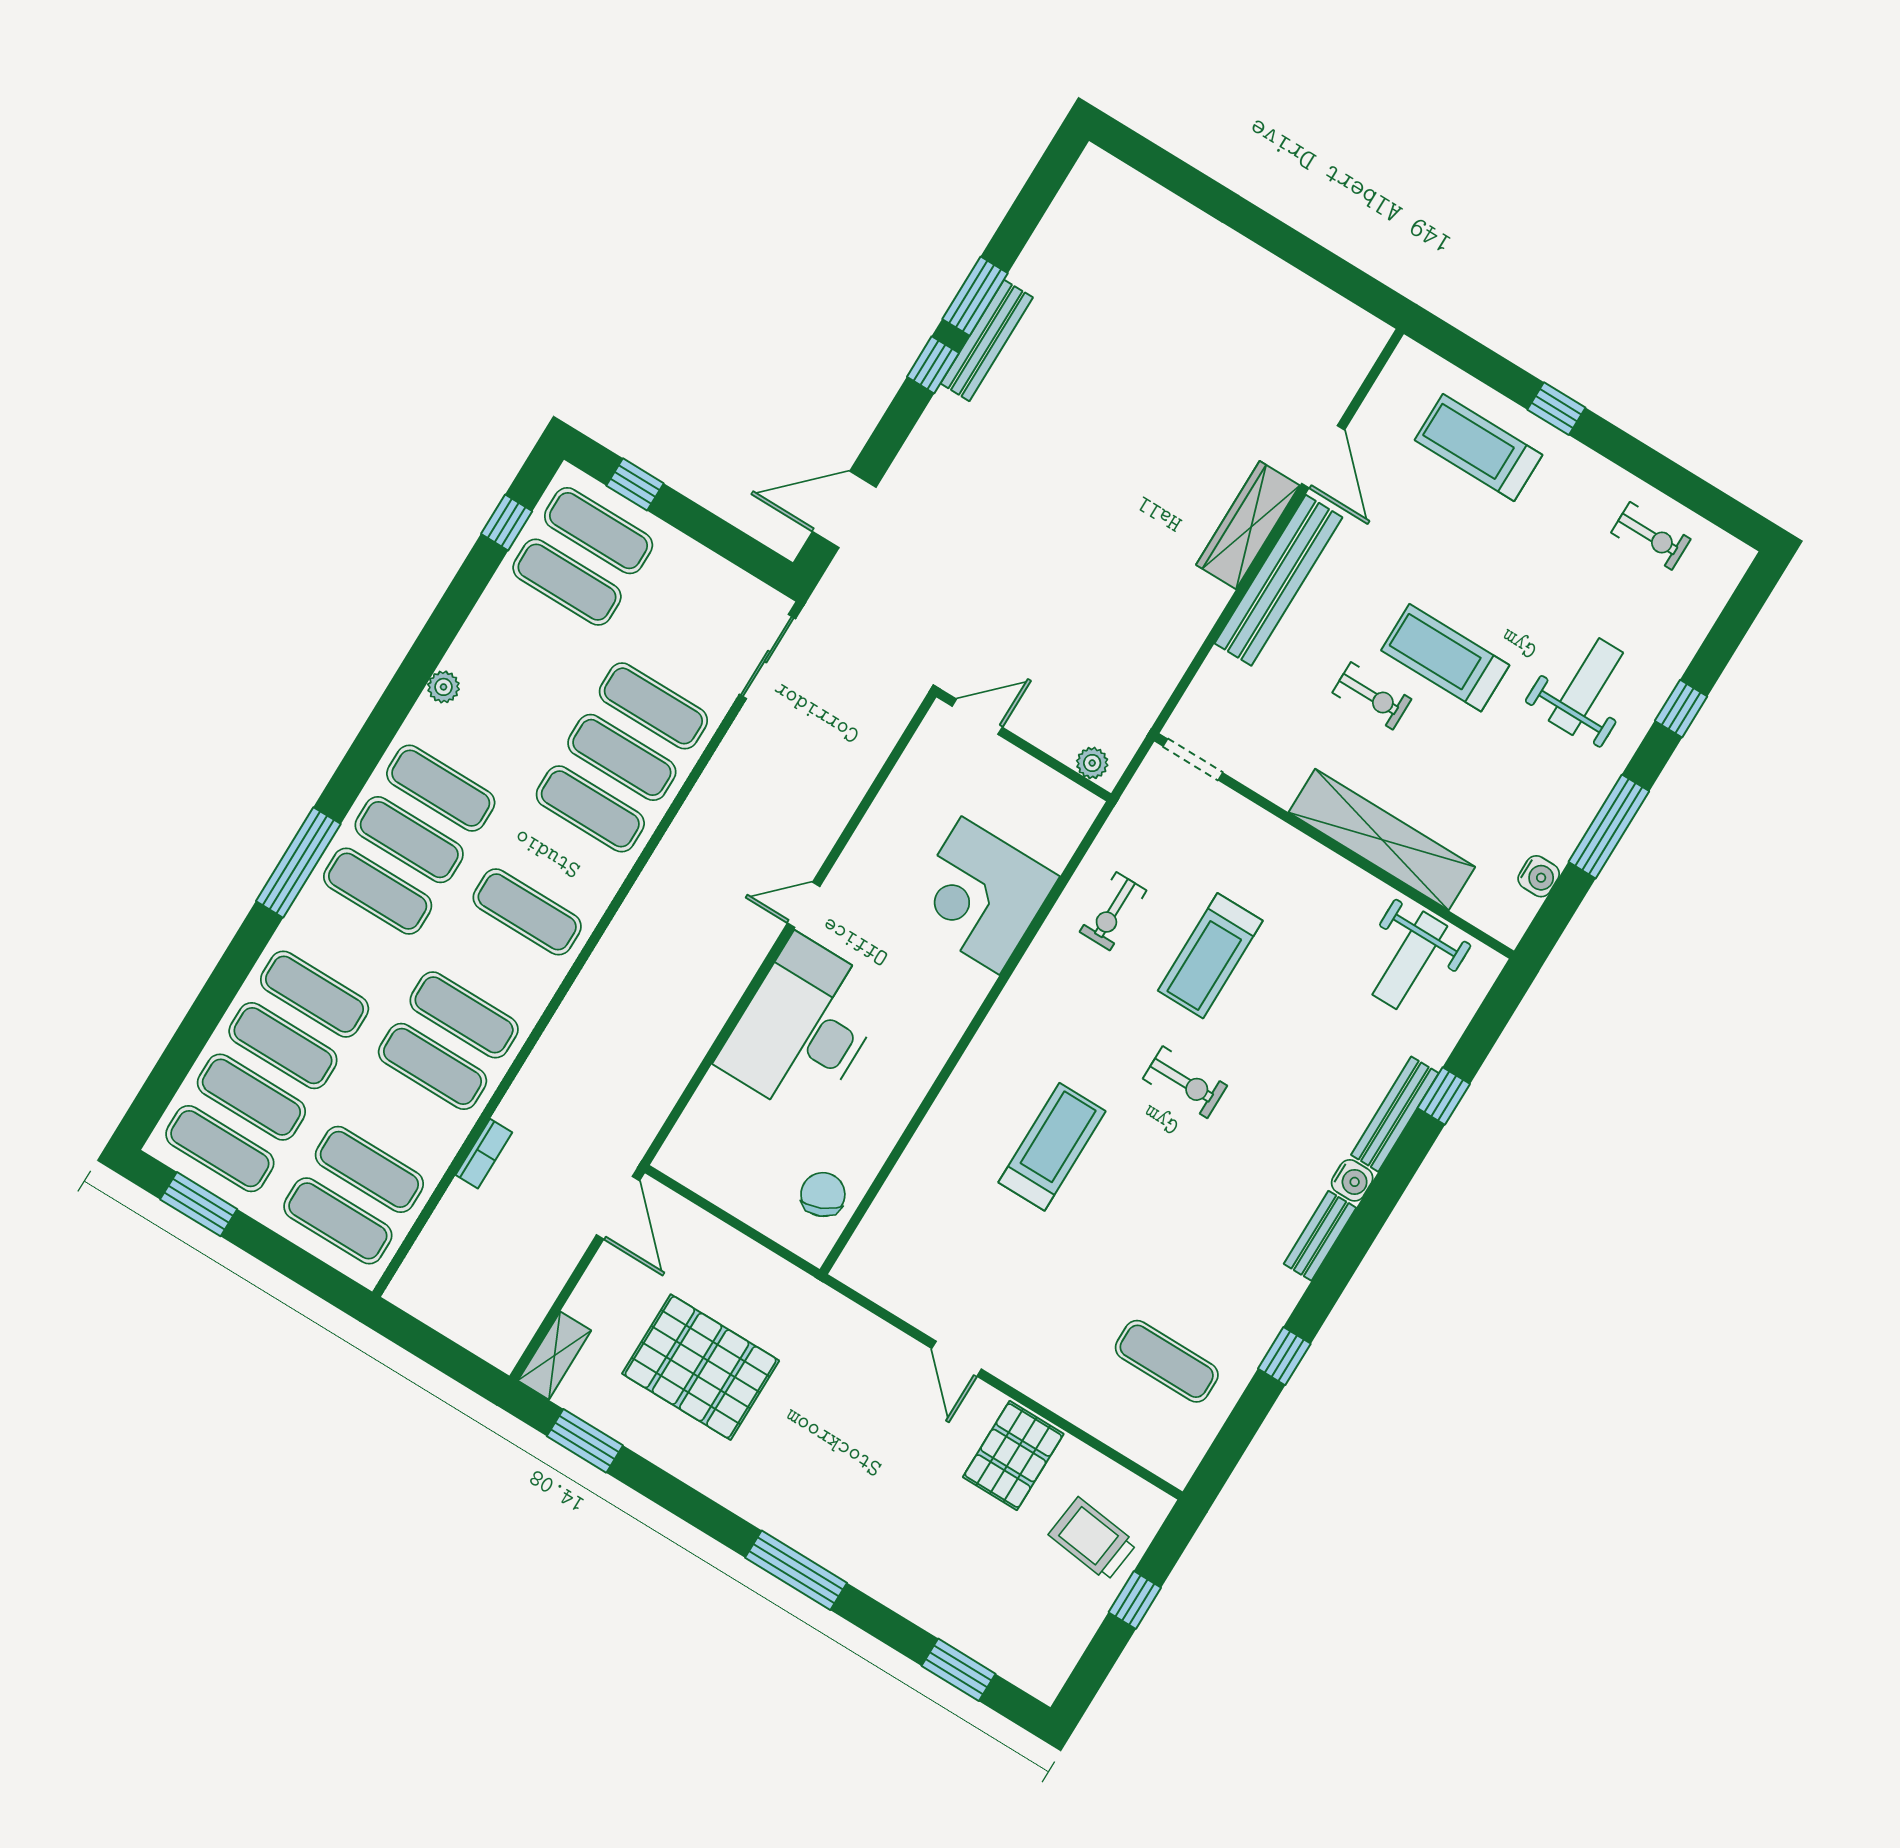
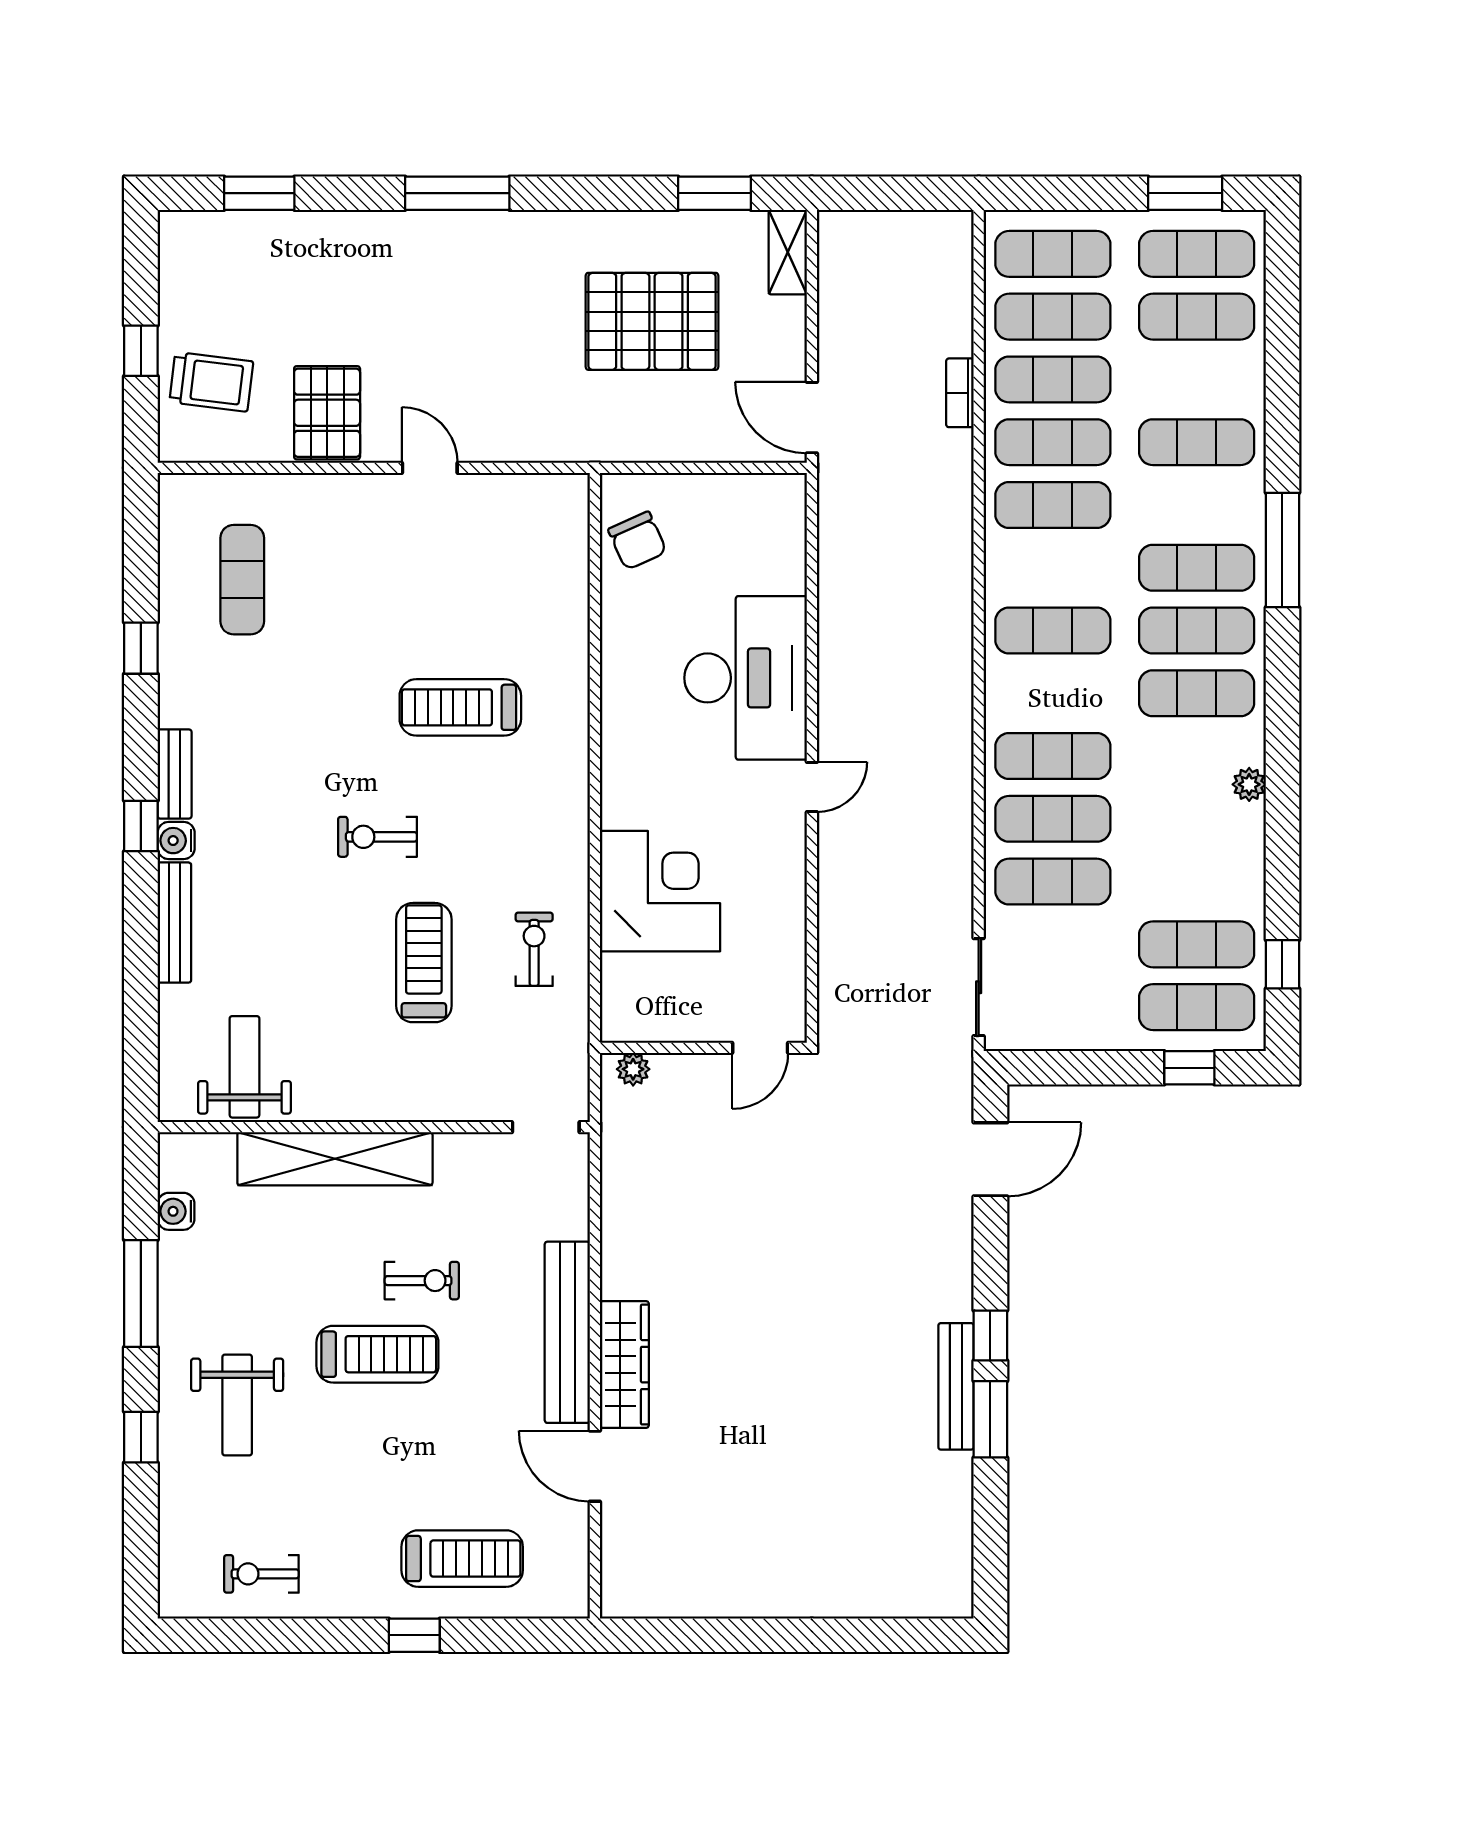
exercise bike: (1372, 696) -> (422, 1281), turned 180
exercise mat: (283, 1046) -> (1053, 379), moved
window: (1444, 1096) -> (141, 826), moved
treadmill: (1052, 1147) -> (460, 707), turned 90
exercise mat: (1167, 1361) -> (242, 580), turned 90

